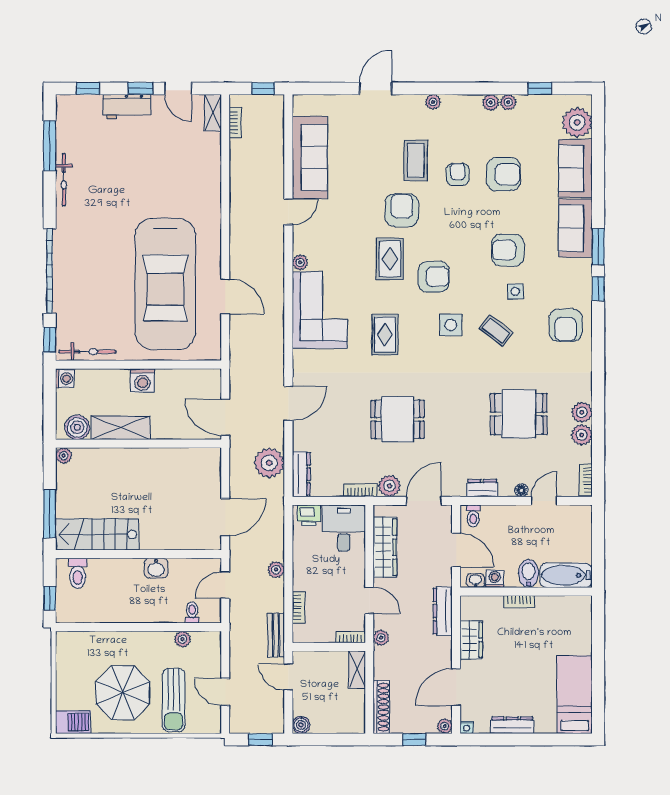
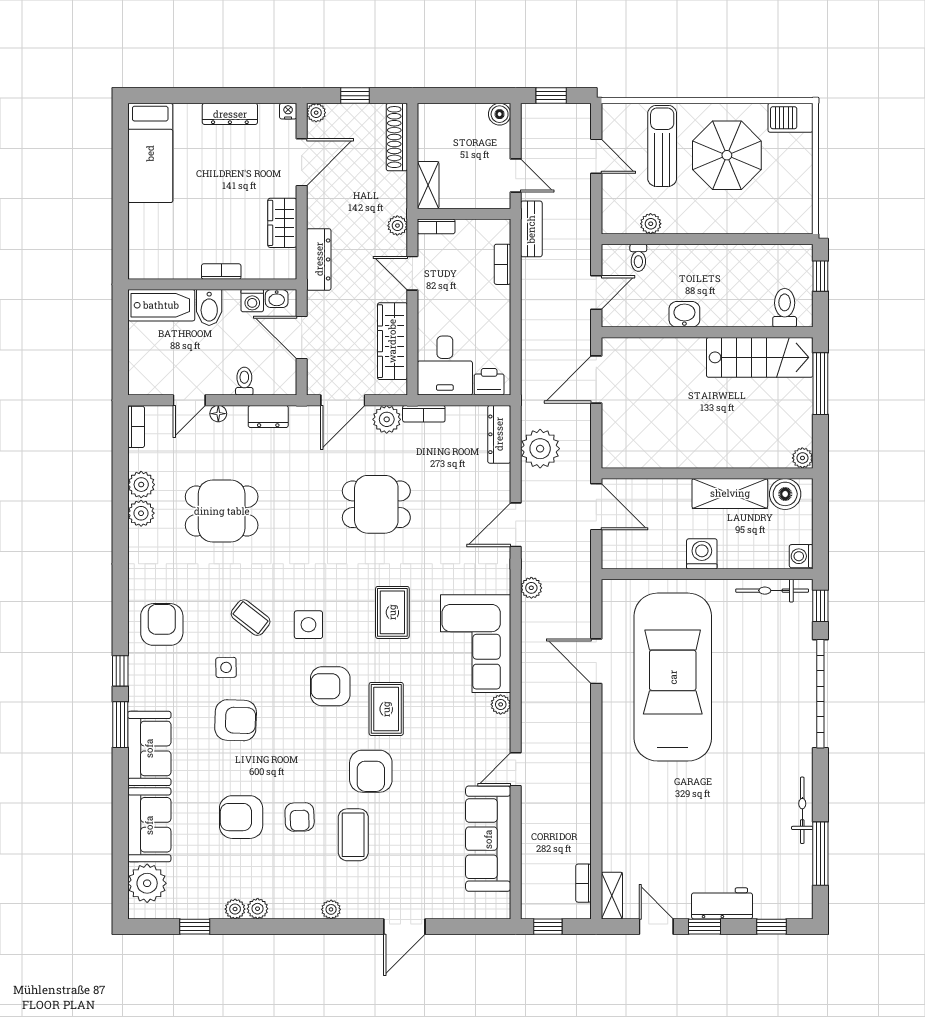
toilet: (473, 516) -> (244, 381), moved
plant: (276, 570) -> (531, 588), moved

